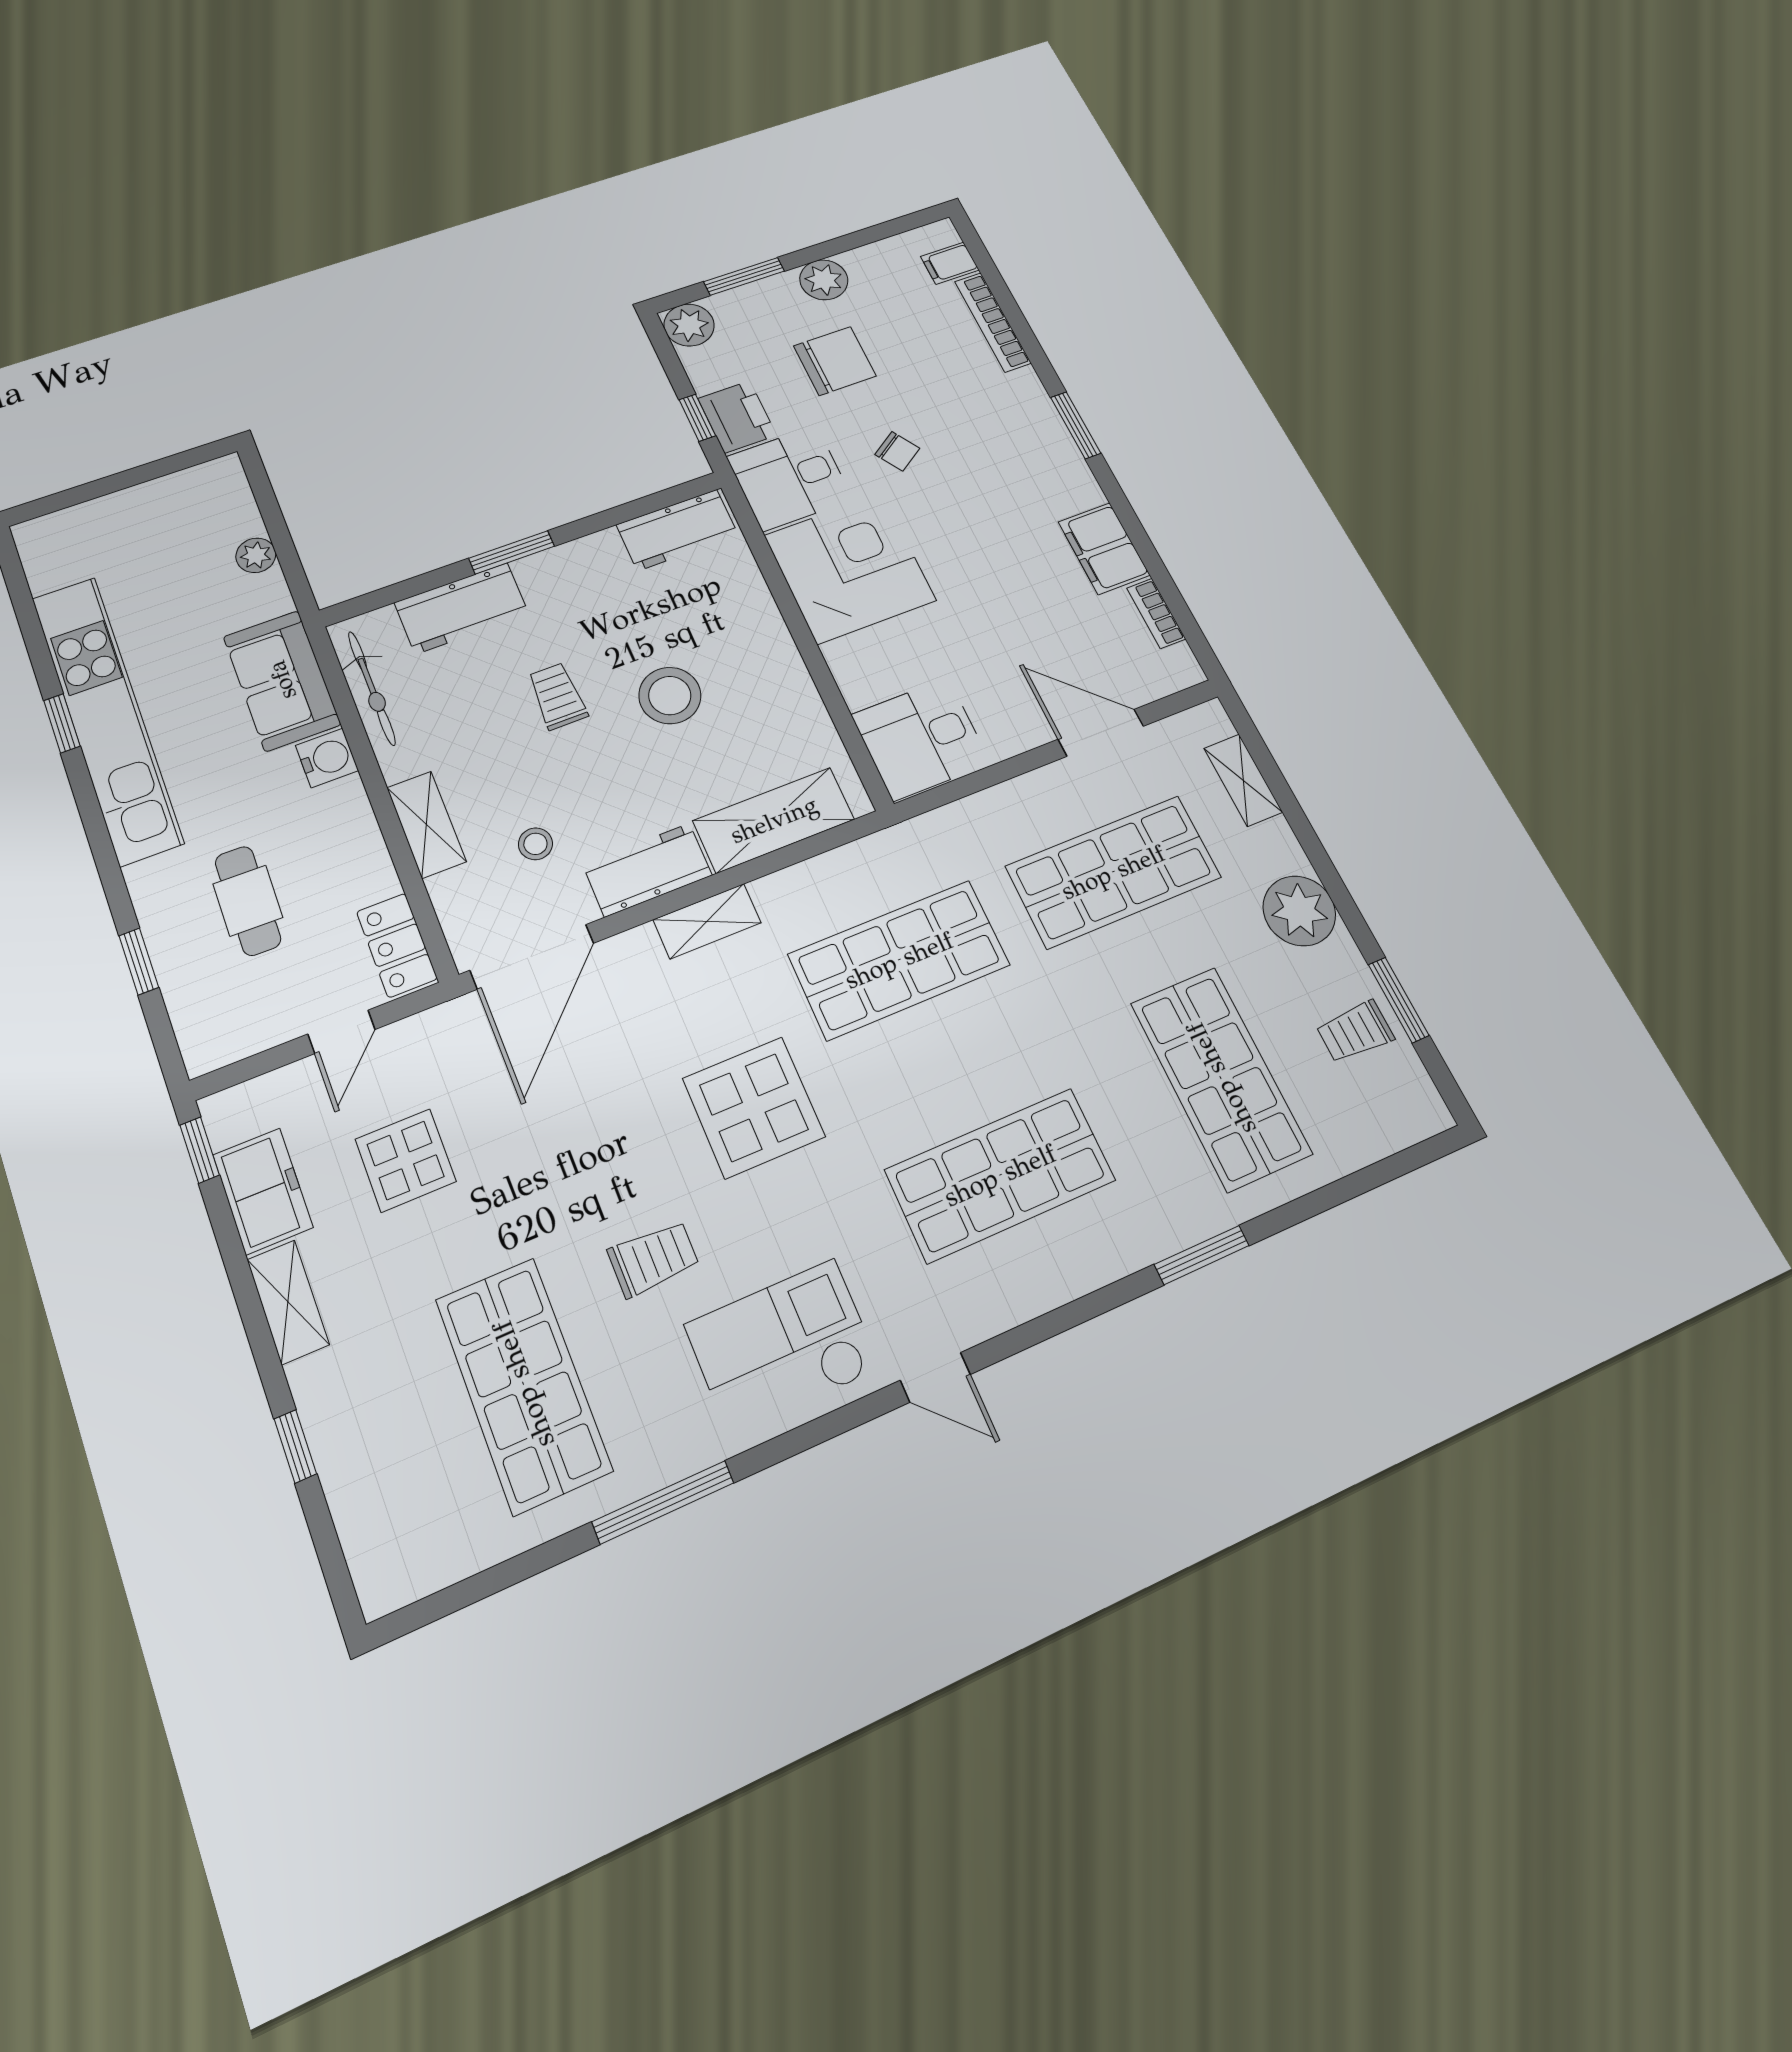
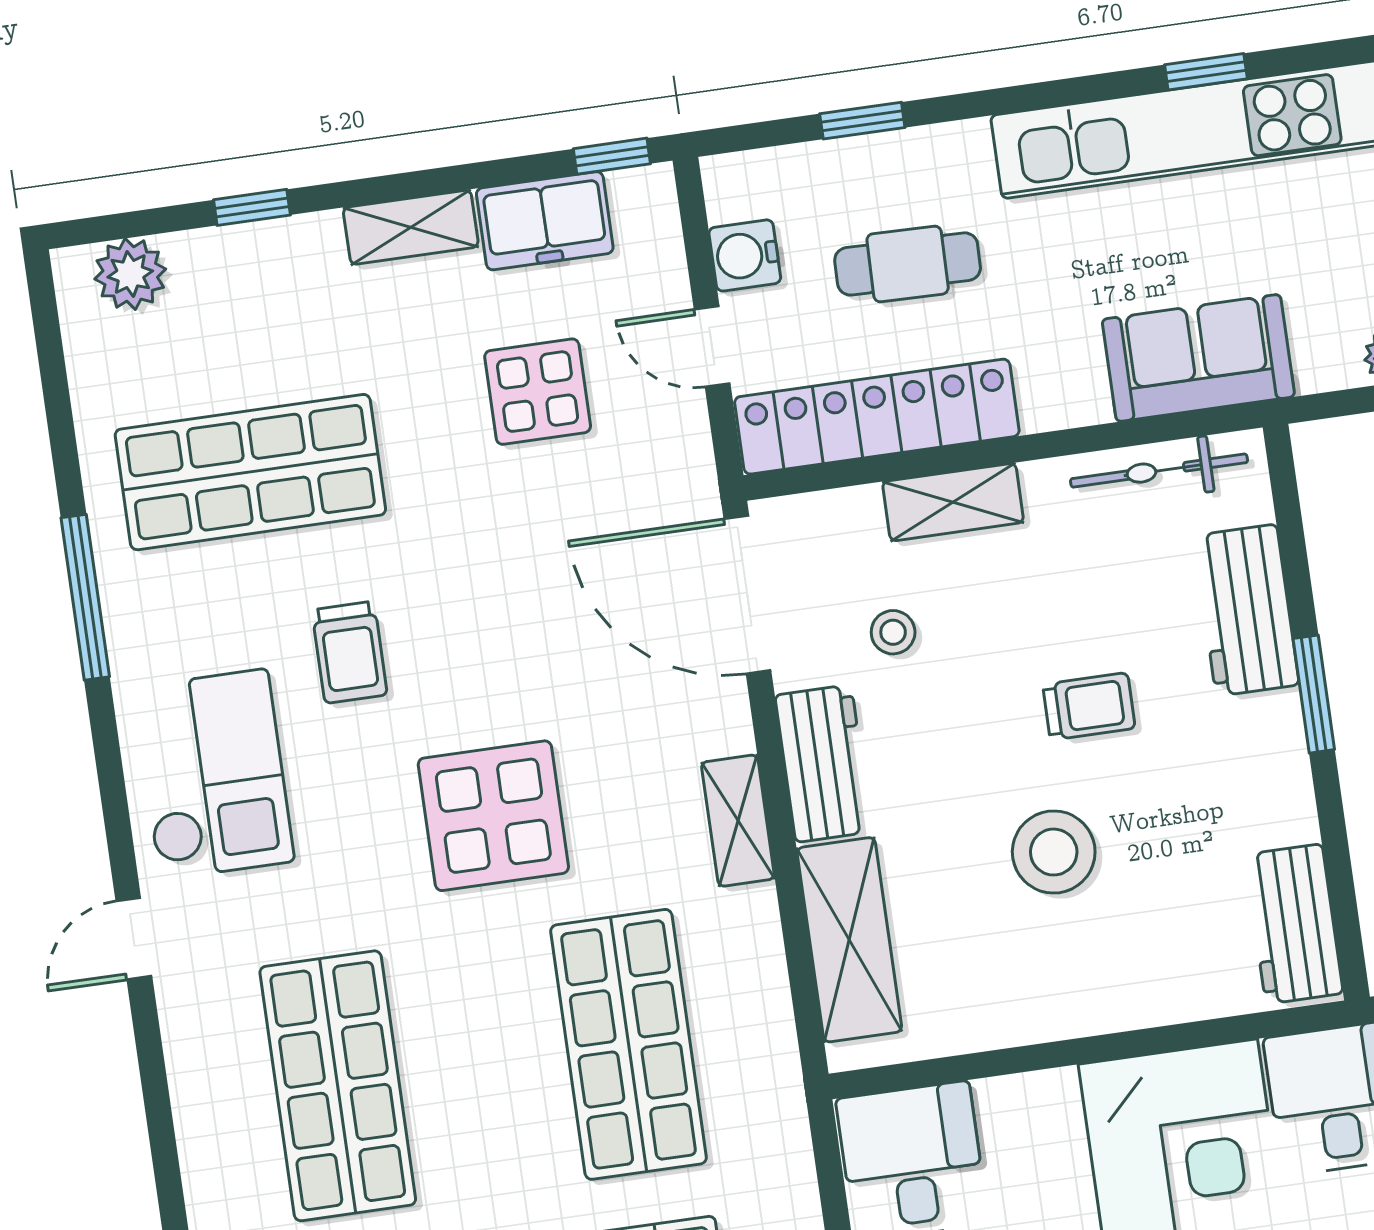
water cooler: (327, 758) -> (745, 255), moved, turned 90
locker: (397, 945) -> (877, 417), width x2.16, depth x1.21
plant: (374, 1542) -> (130, 274), added

